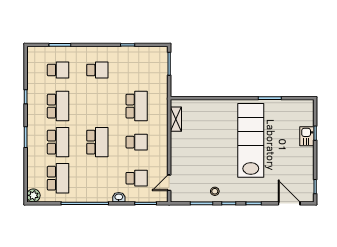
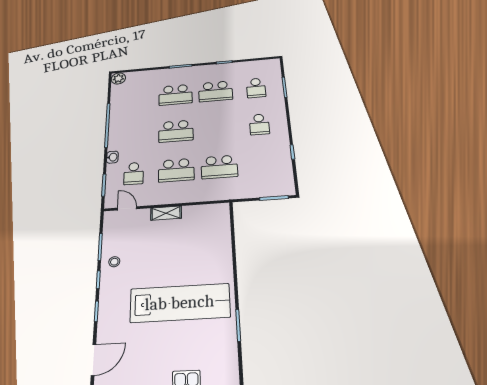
shelving: (176, 119) -> (166, 213), moved
school desk: (137, 142) -> (176, 170), width x1.85
school desk: (58, 178) -> (136, 98), removed

